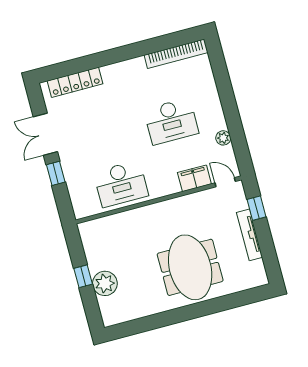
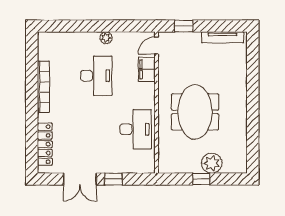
bookcase: (176, 54) -> (43, 87), moved
plant: (223, 138) -> (106, 38), moved
tv unit: (250, 235) -> (223, 37), moved
meeting table: (190, 267) -> (195, 112), moved, turned 90

